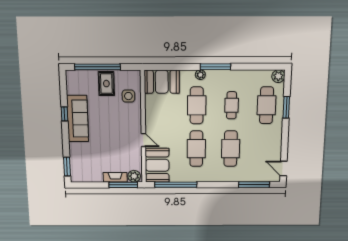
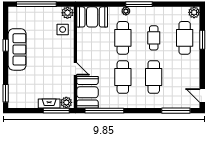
plant: (133, 77) -> (67, 13), added
rug: (106, 84) -> (44, 19), removed

